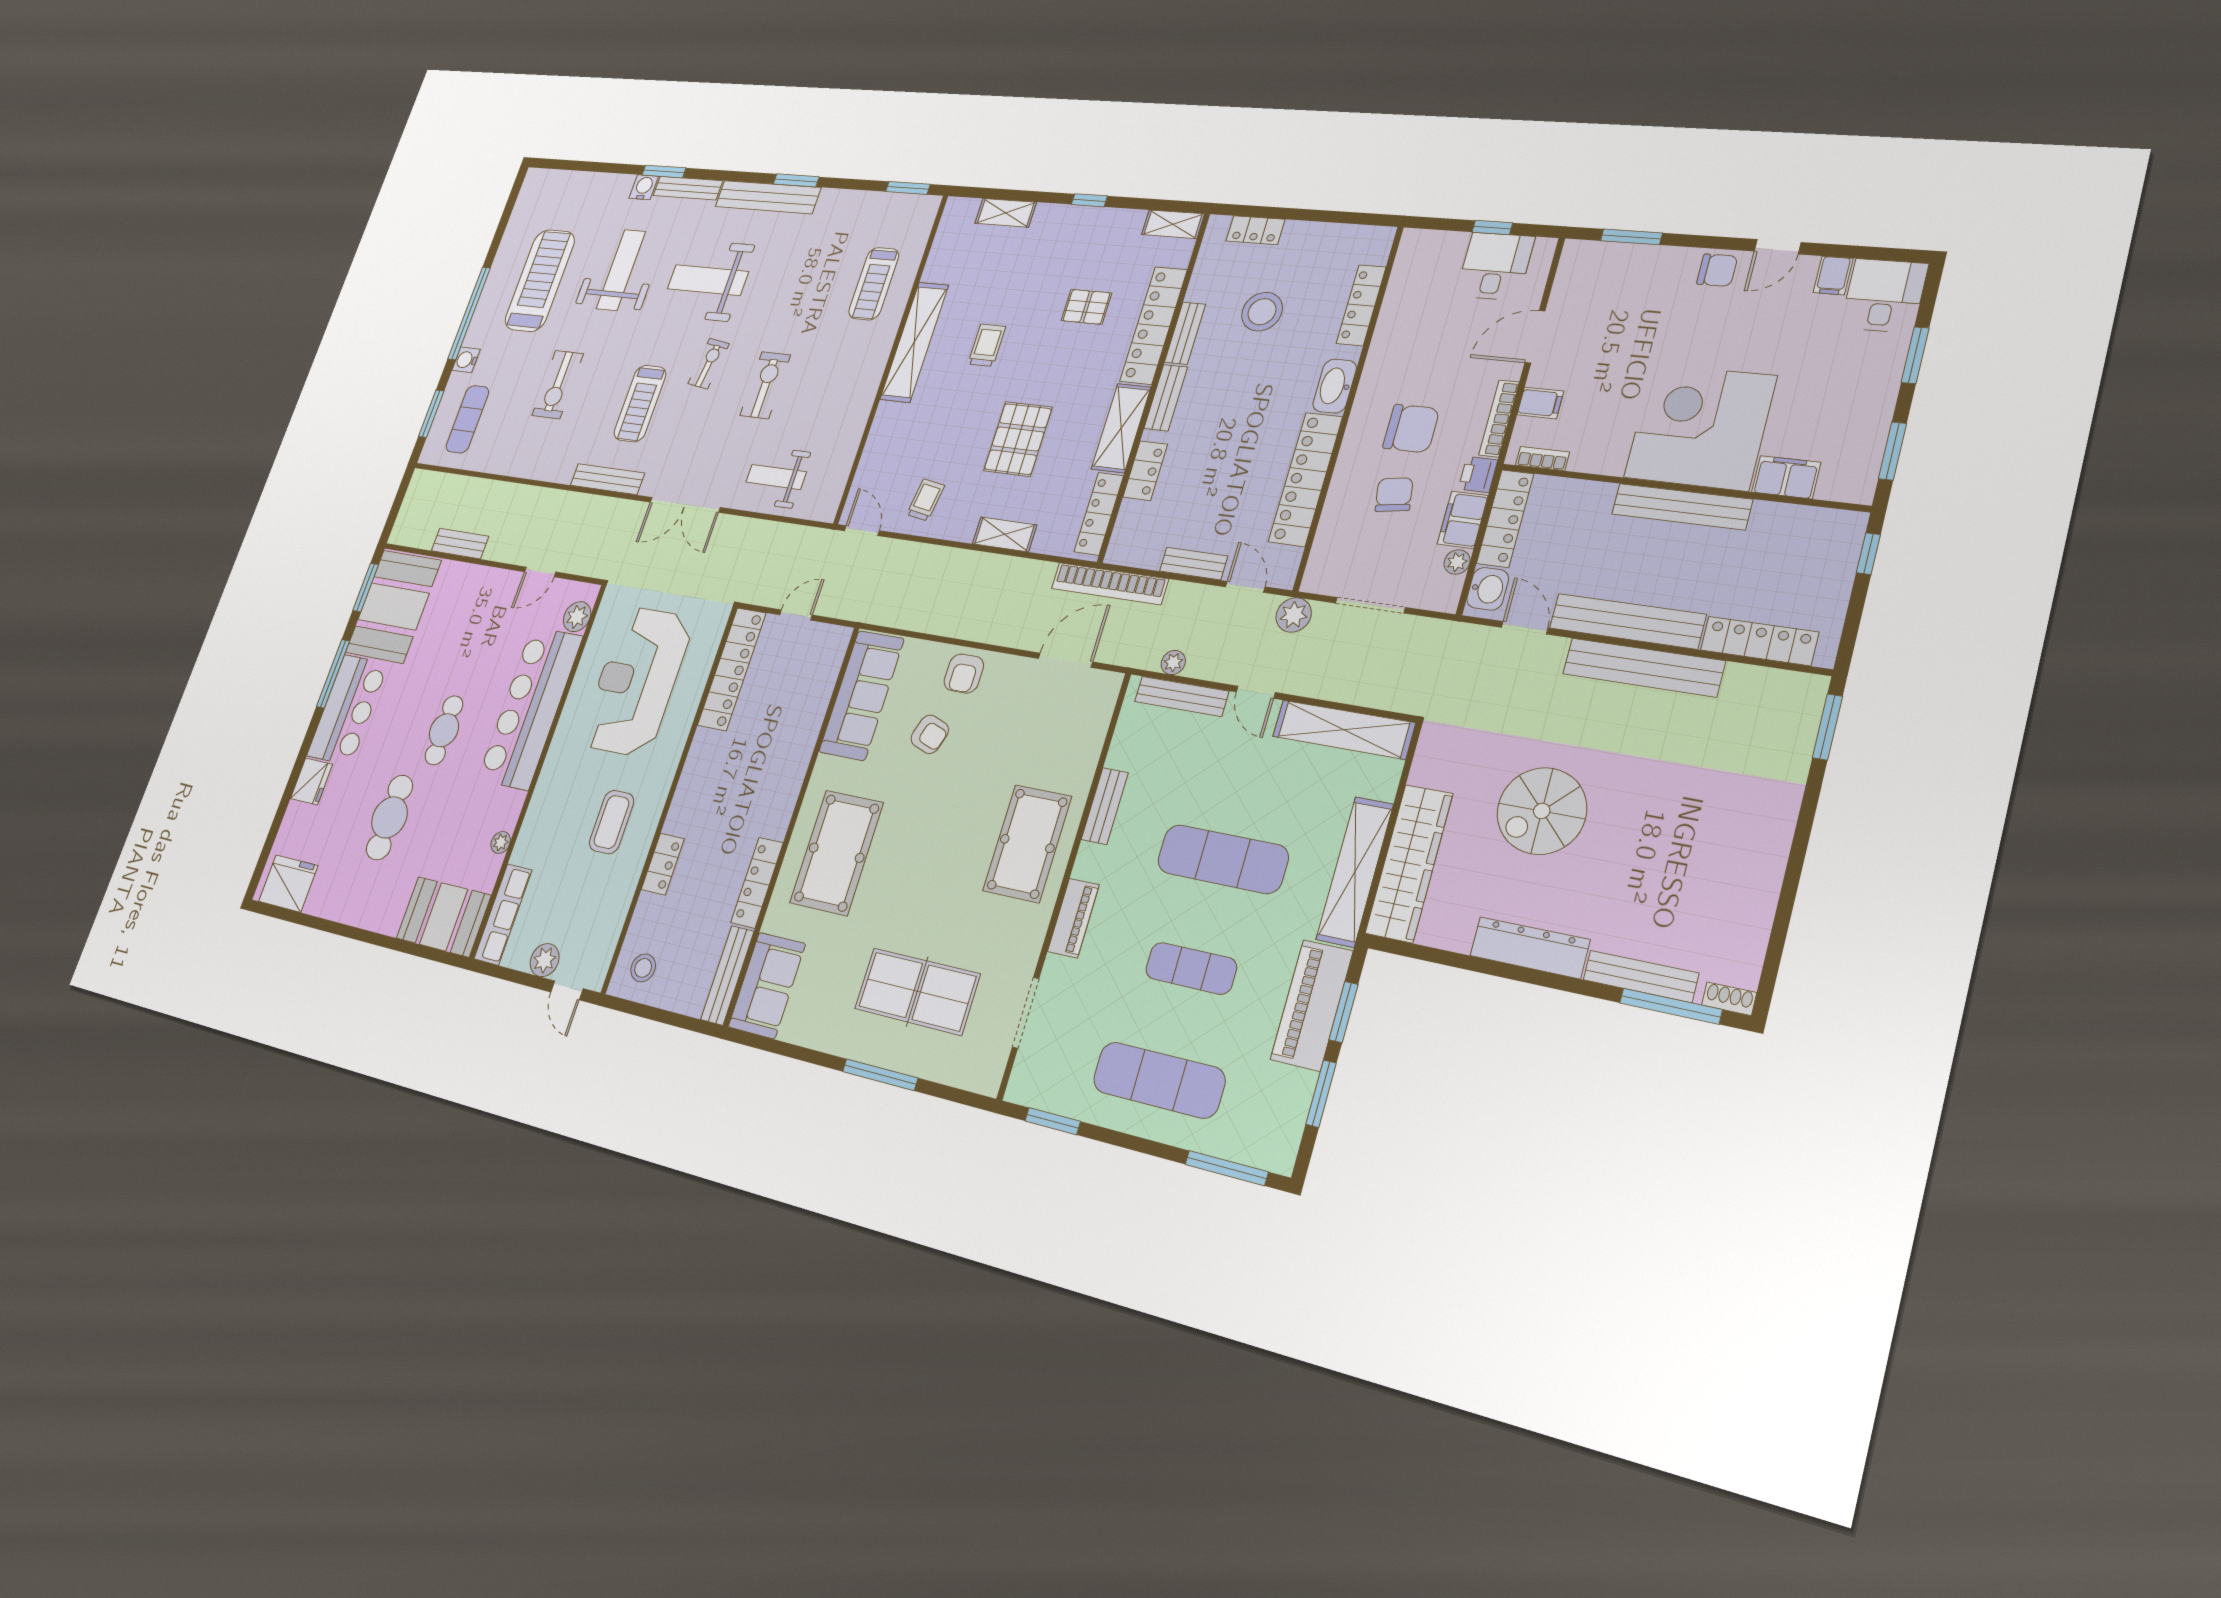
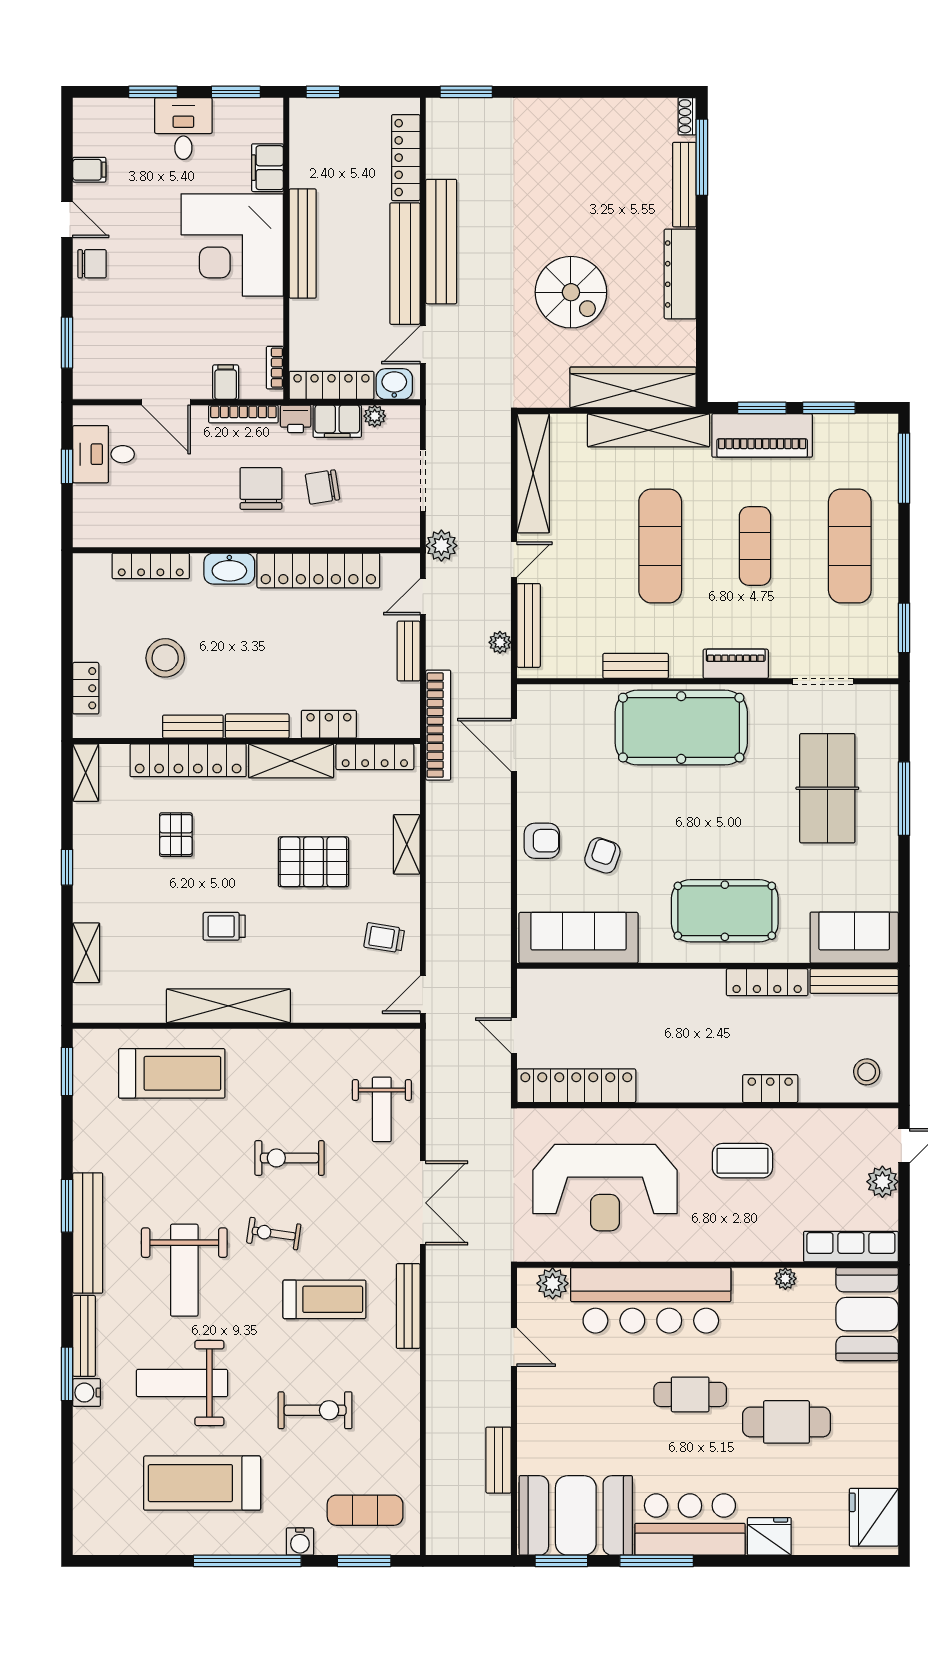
chair: (1717, 270) -> (92, 264), turned 90
treadmill: (874, 284) -> (172, 1073), width x1.37, depth x1.38
desk: (1884, 296) -> (183, 129), moved, turned 90
pool table: (1027, 844) -> (681, 728), width x1.36, depth x1.32

